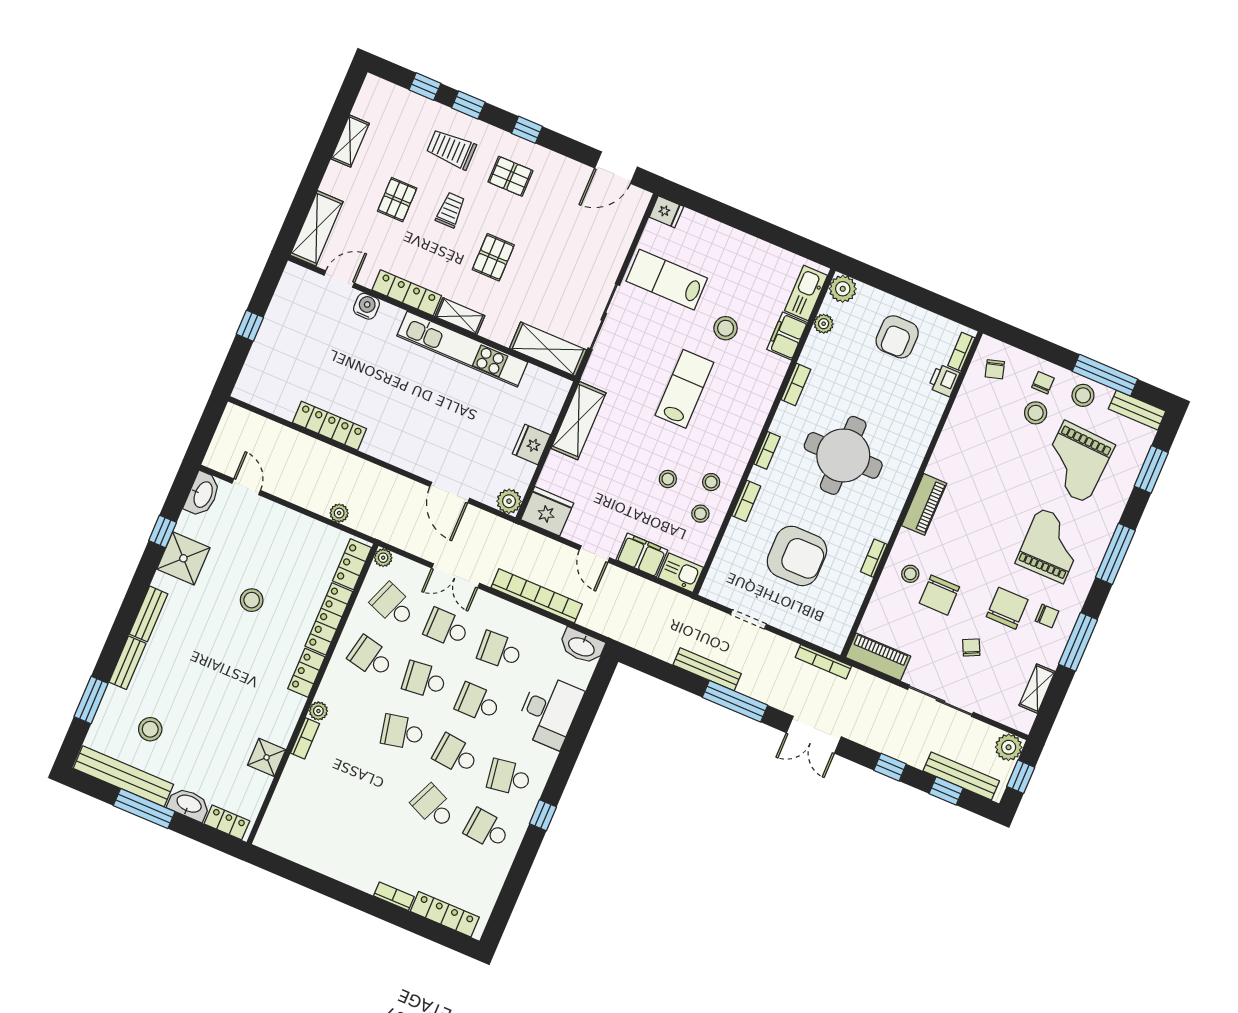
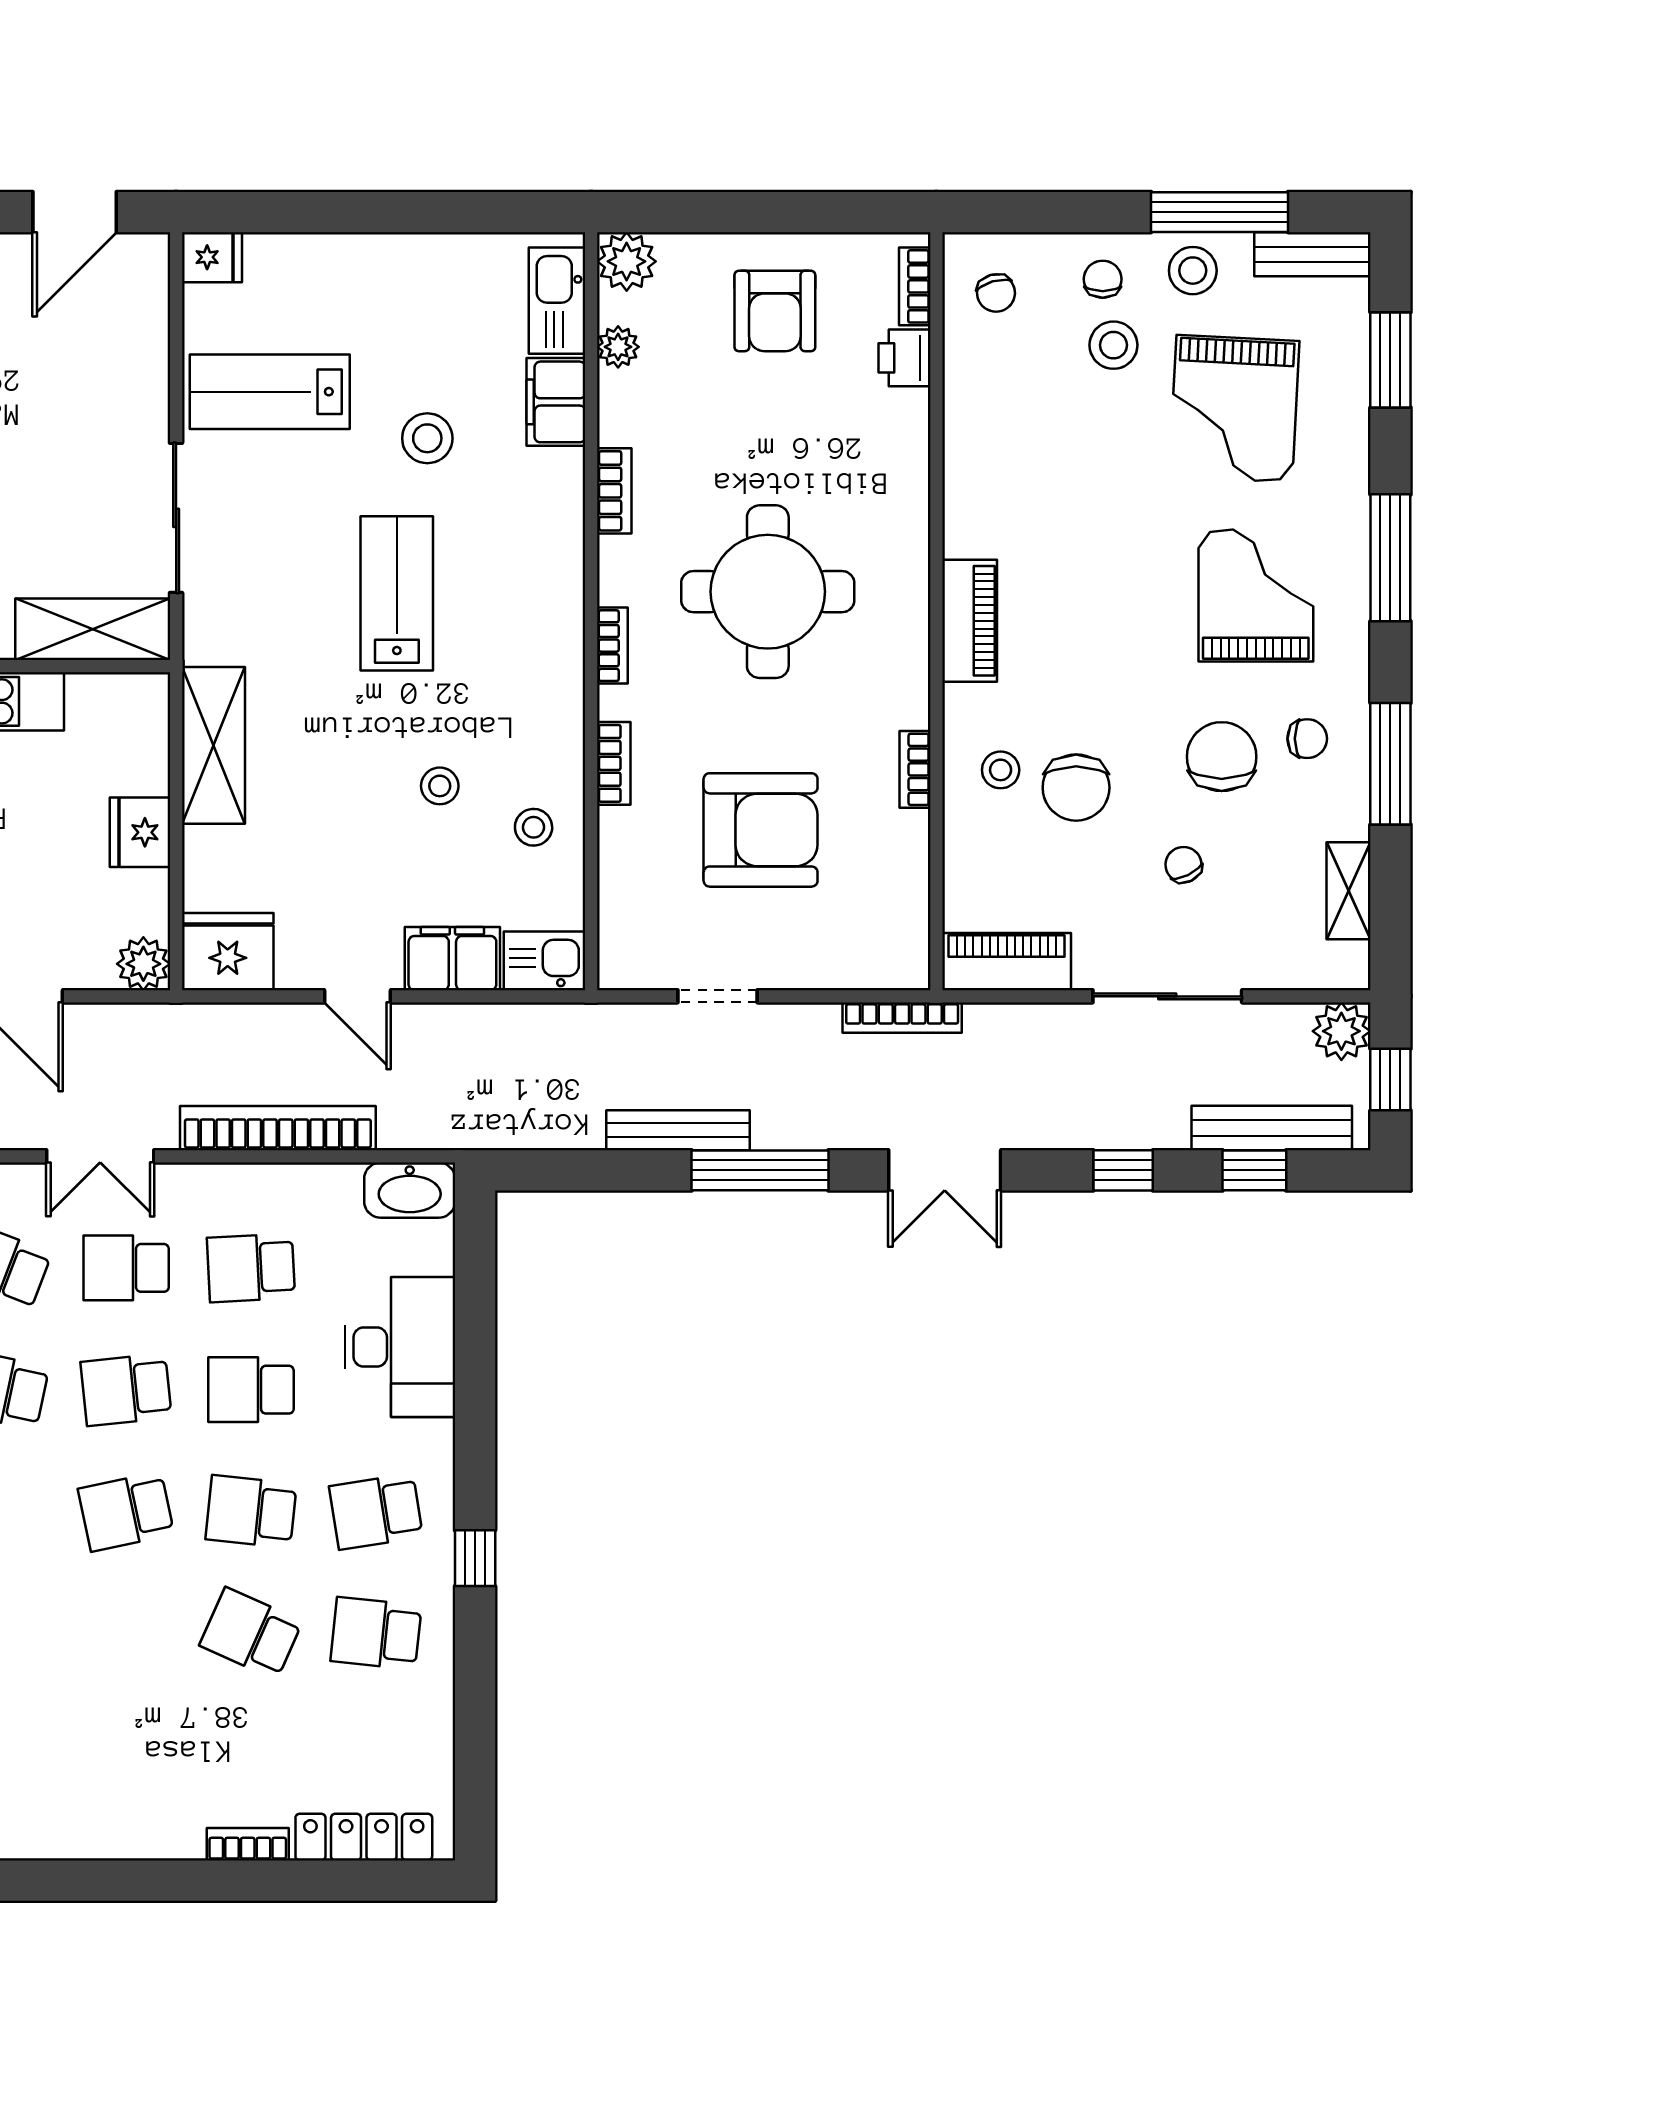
stool: (711, 482) -> (528, 756), removed

